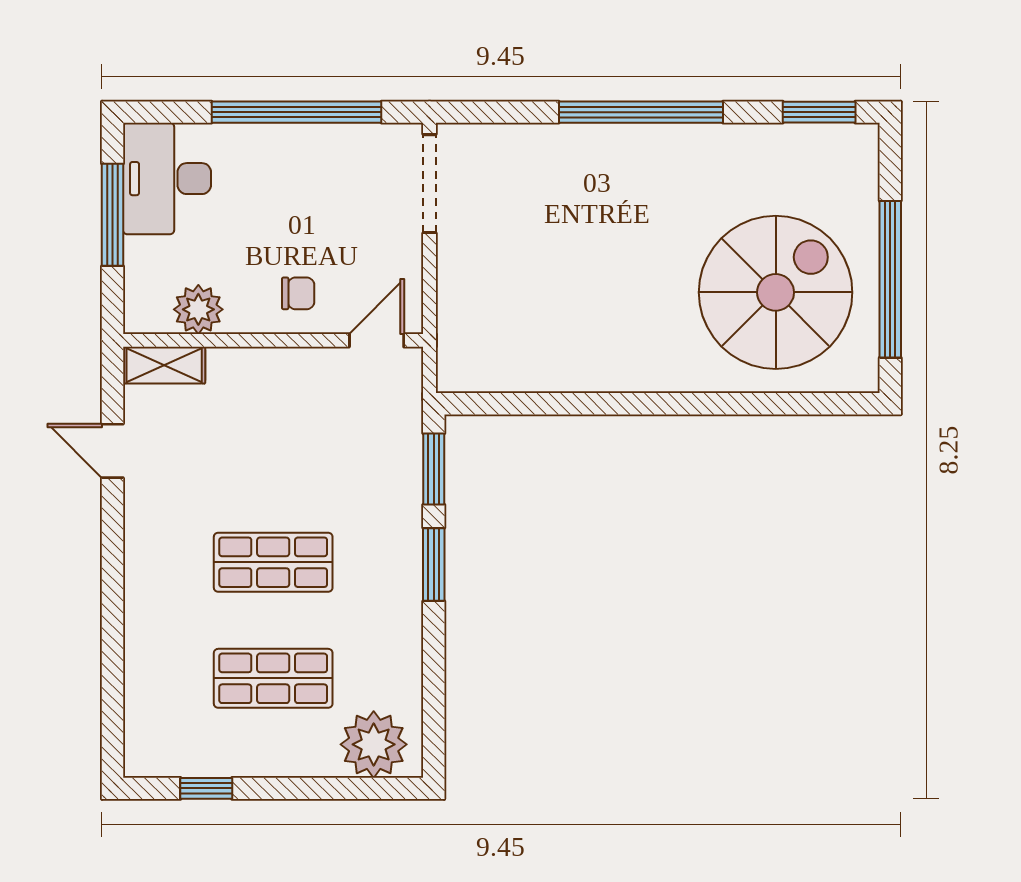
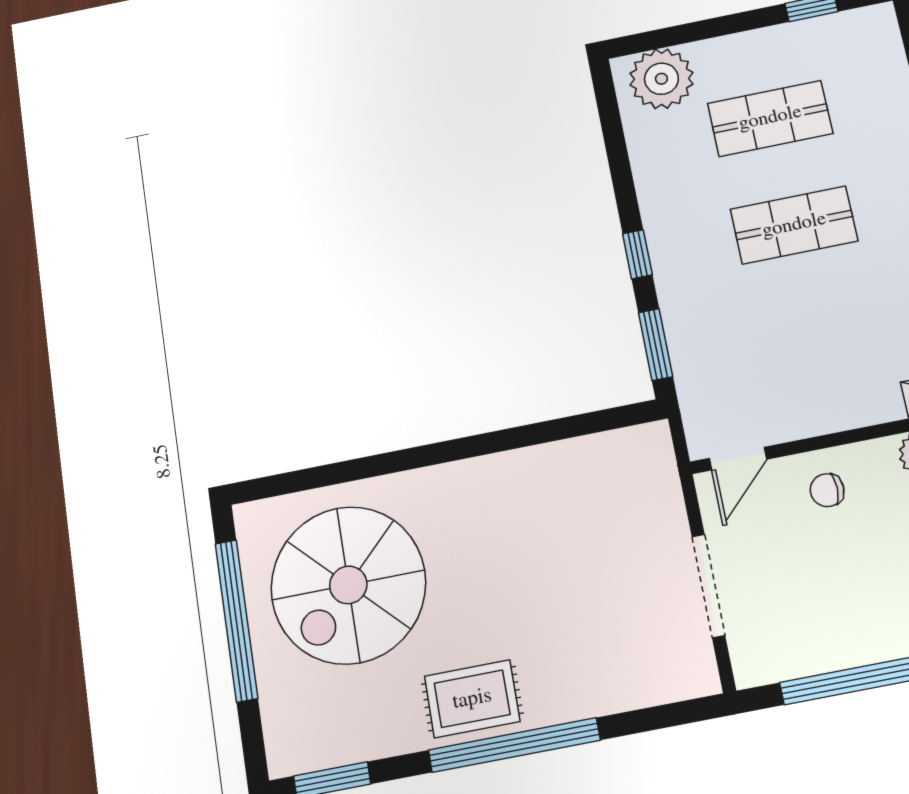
rug: (673, 162) -> (472, 699), added
doorway: (430, 184) -> (708, 586), moved
window: (434, 565) -> (637, 254), width x0.67

